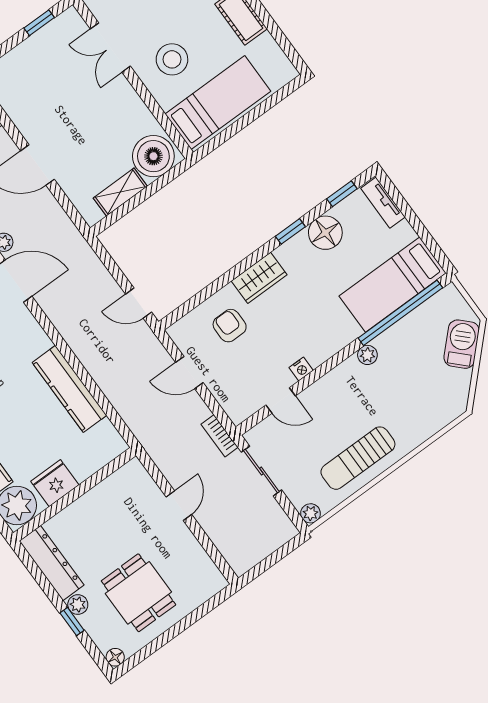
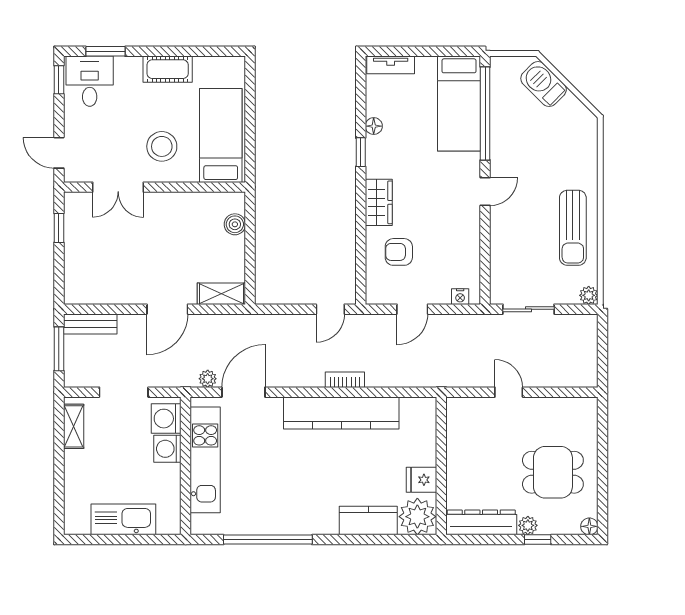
boiler: (153, 156) -> (235, 224), width x0.54, depth x0.54
shelving: (120, 192) -> (221, 294), moved, turned 90
window: (342, 194) -> (361, 91), removed
floor lamp: (325, 233) -> (374, 126), width x0.53, depth x0.53
plant: (367, 355) -> (499, 162), removed
nightstand: (301, 369) -> (460, 297), moved, turned 90
kitchen counter: (69, 389) -> (341, 413), width x1.39, depth x1.17
door: (281, 400) -> (485, 192), moved
bookcase: (220, 436) -> (345, 380), moved, turned 180
fridge: (55, 483) -> (422, 480), width x0.72

